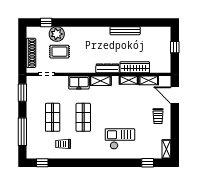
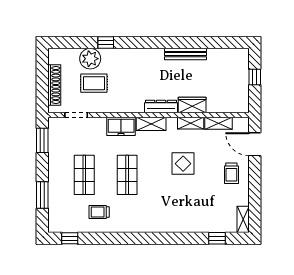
window: (46, 23) -> (106, 43), moved
wardrobe: (135, 67) -> (192, 105), width x0.67
display table: (123, 109) -> (183, 164), added
window: (22, 132) -> (42, 195), width x0.69
checkout: (120, 139) -> (178, 205), removed

